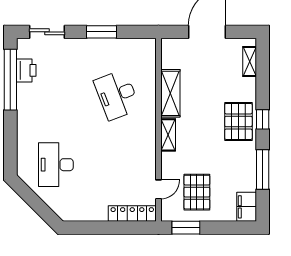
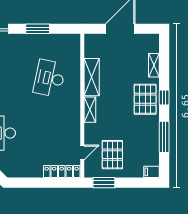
shelving: (250, 61) -> (154, 65), moved
desk: (117, 95) -> (50, 78), turned 33
filing cabinet: (247, 207) -> (152, 172), width x0.50

